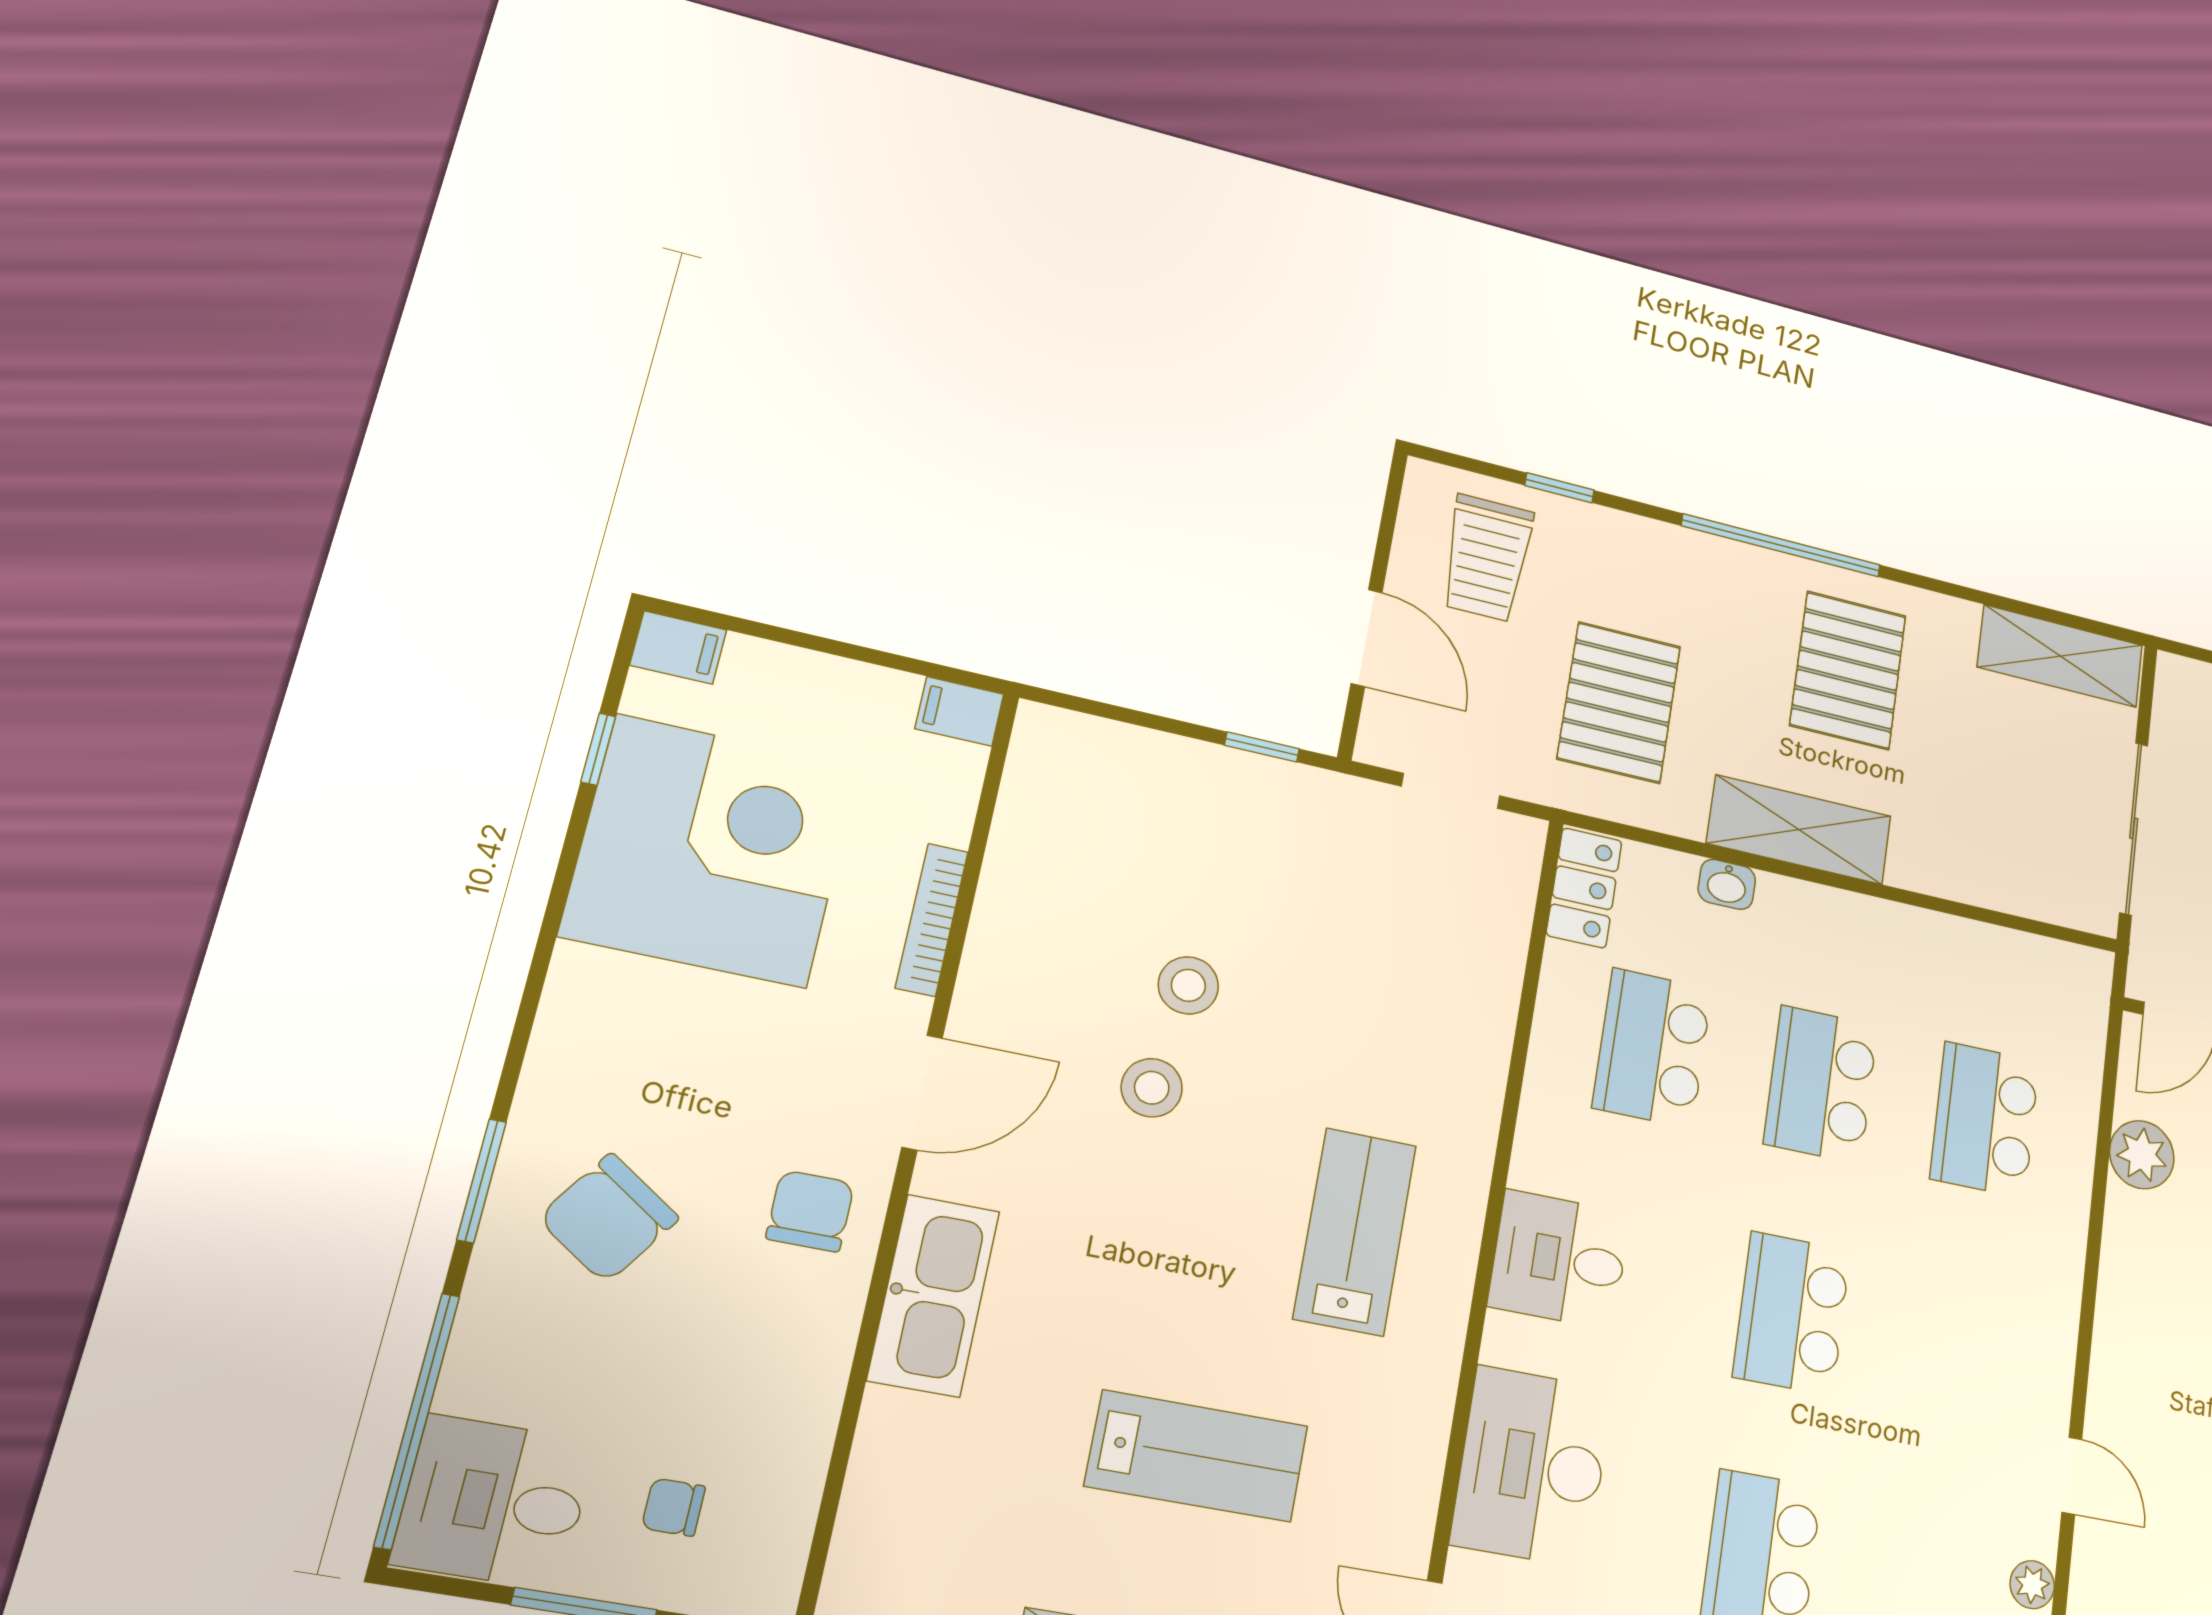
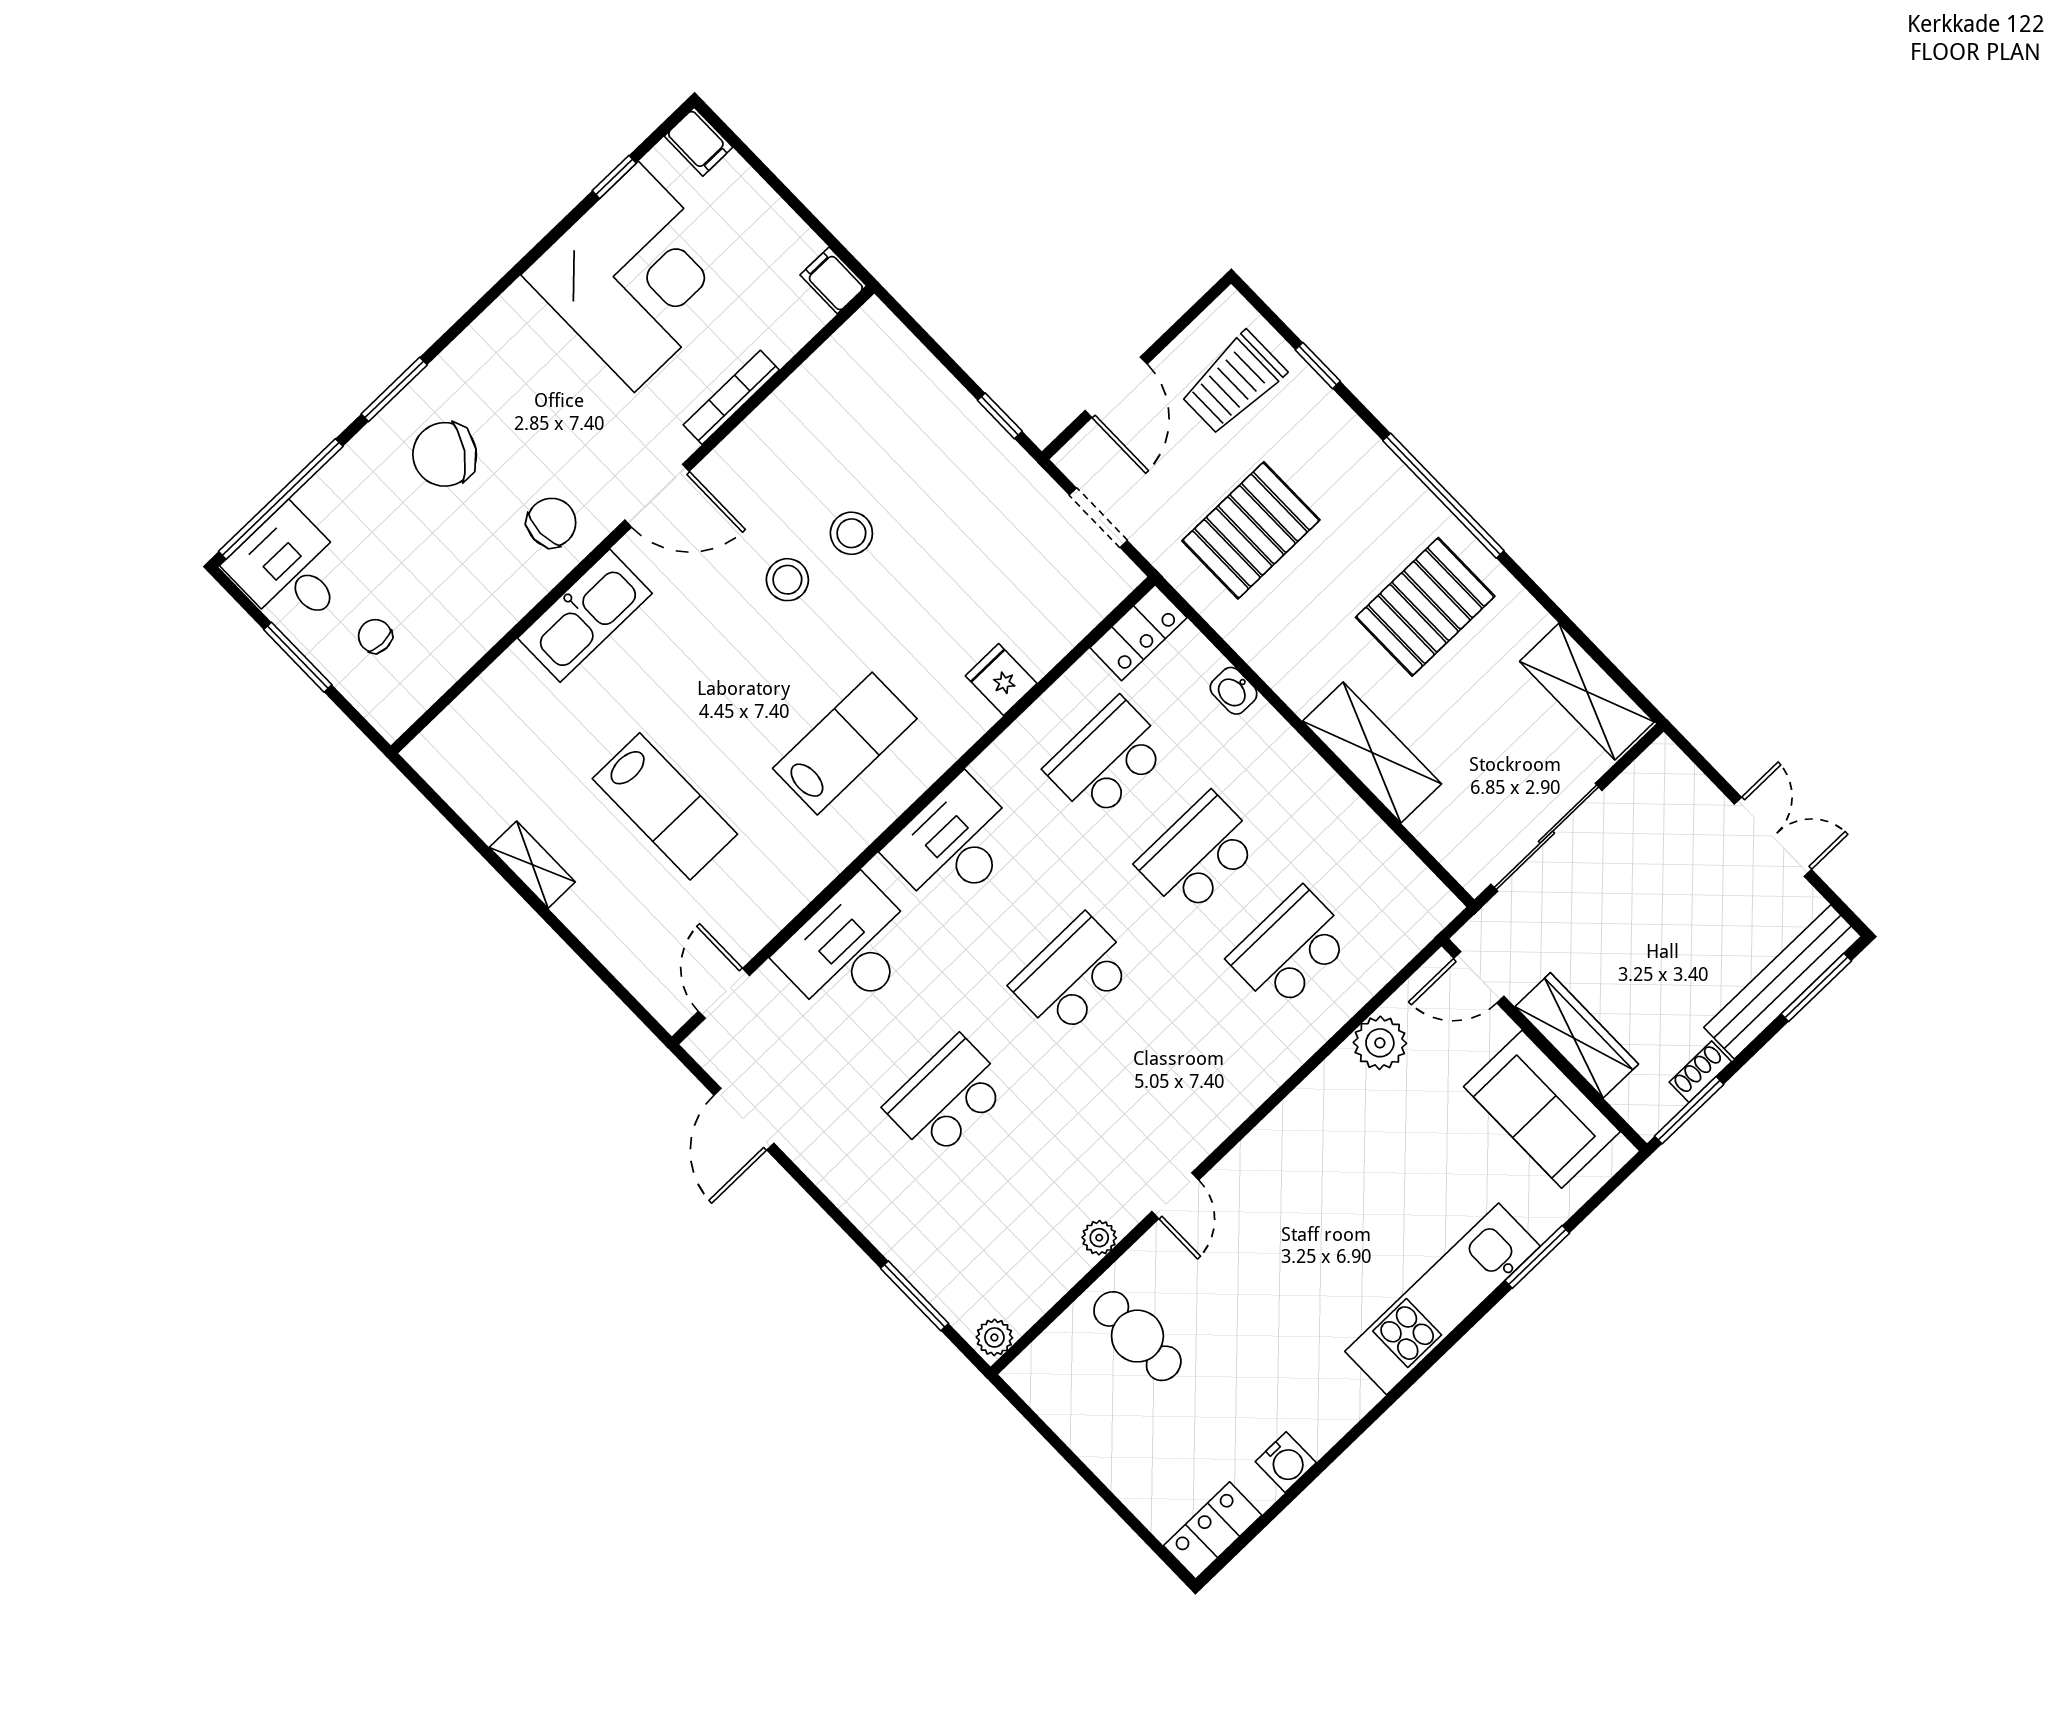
shelving: (1799, 830) -> (1372, 753), moved
fridge: (1476, 1038) -> (1001, 680), added
desk: (1559, 1259) -> (954, 844), width x1.37

